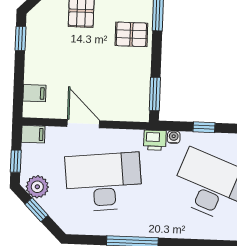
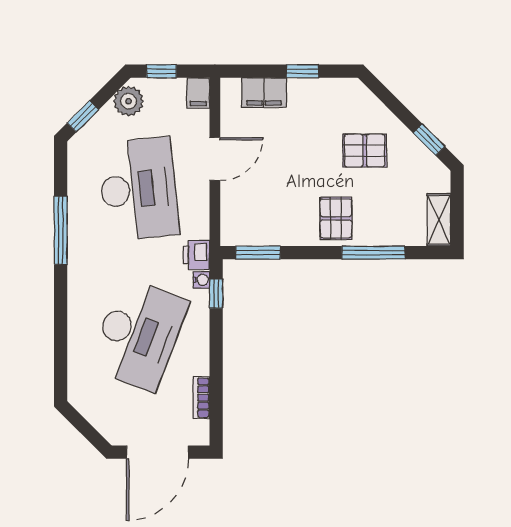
window: (20, 39) -> (302, 71), moved
filing cabinet: (34, 93) -> (264, 93), width x2.00
window: (204, 127) -> (216, 294), moved
window: (37, 210) -> (83, 116), moved

